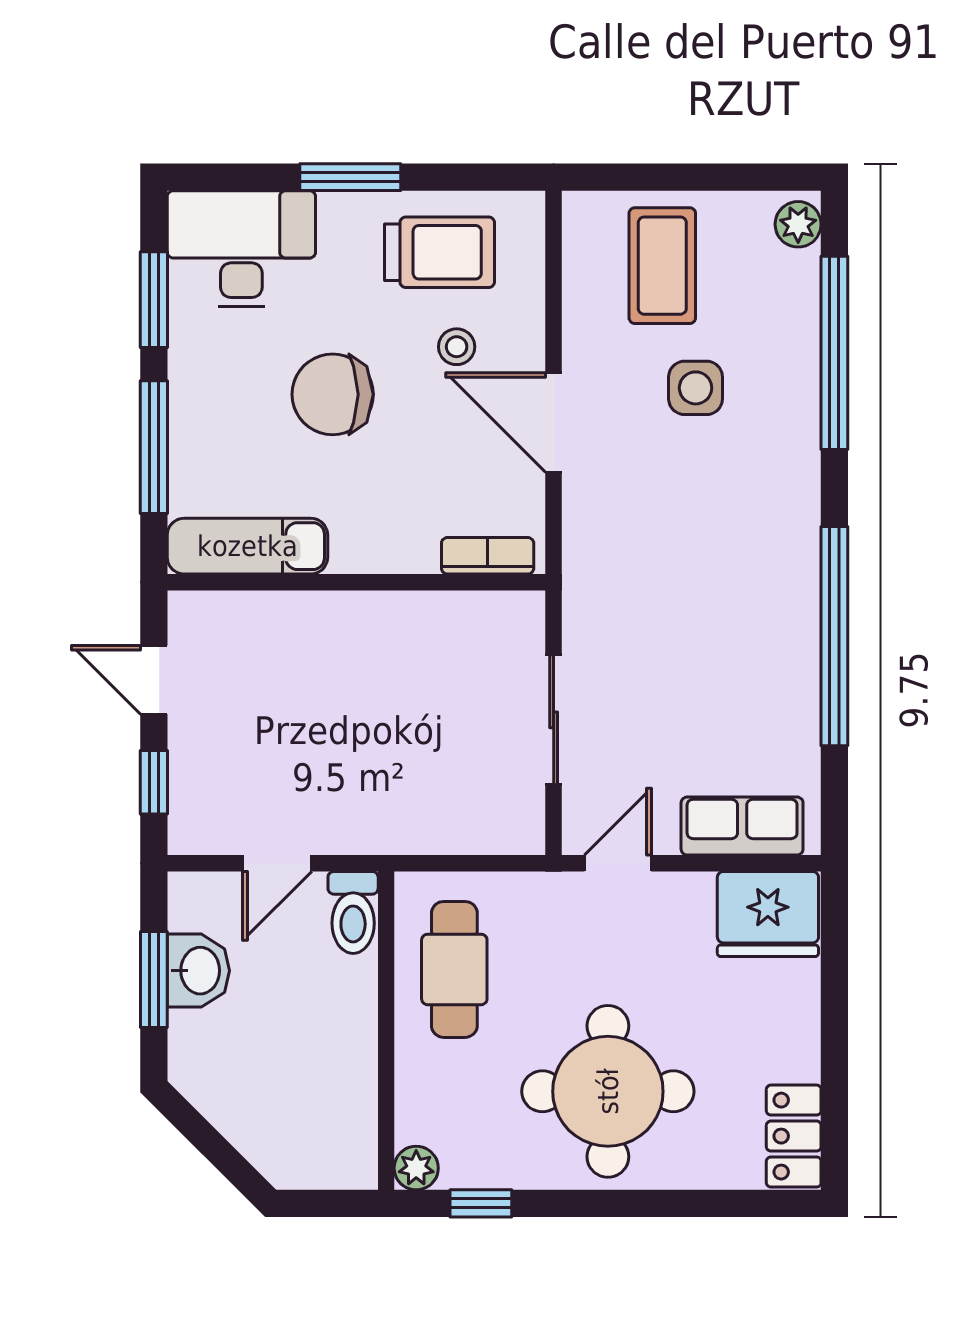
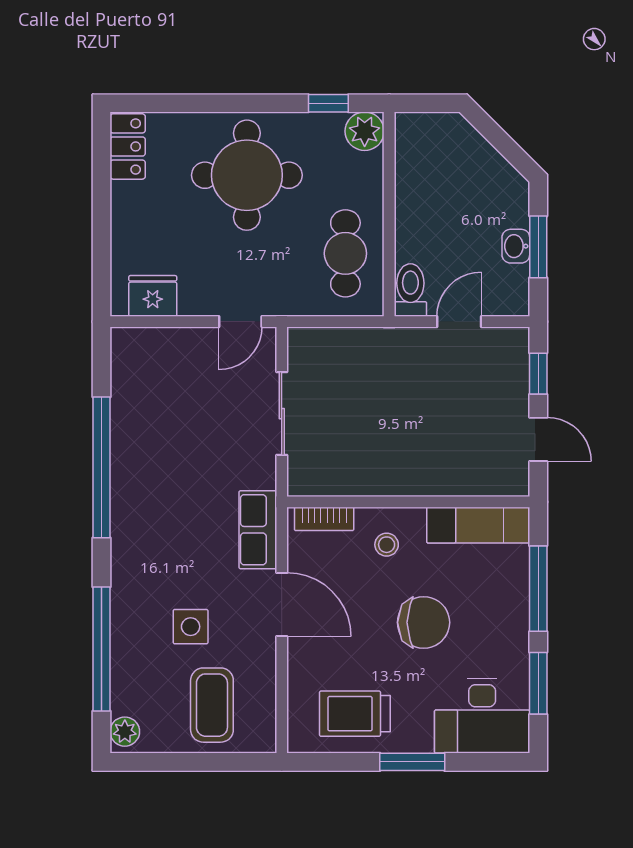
stool: (457, 347) -> (387, 545), moved
row of seats: (742, 826) -> (258, 530), moved, turned 90
fridge: (768, 914) -> (153, 296), width x0.73, depth x0.75
washbasin: (198, 971) -> (516, 246), width x0.72, depth x0.69
plant: (416, 1168) -> (365, 131), width x1.38, depth x1.38

